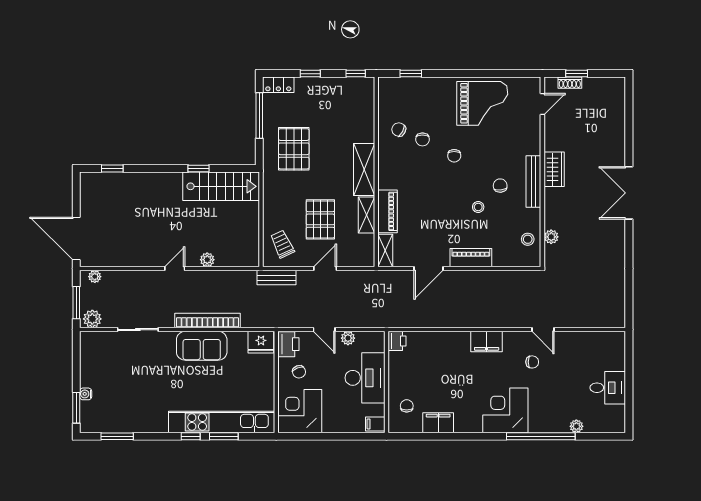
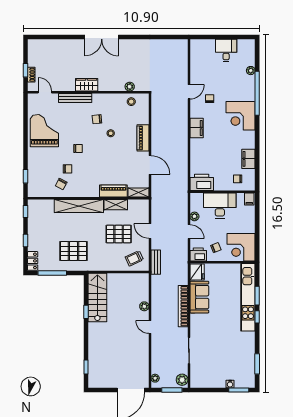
shelving: (364, 169) -> (79, 206), width x1.47
bench: (533, 182) -> (75, 98), moved
door: (324, 330) -> (189, 232), hinge flipped
printer: (397, 341) -> (202, 182), width x1.87, depth x1.48
sofa: (202, 346) -> (199, 297), moved

